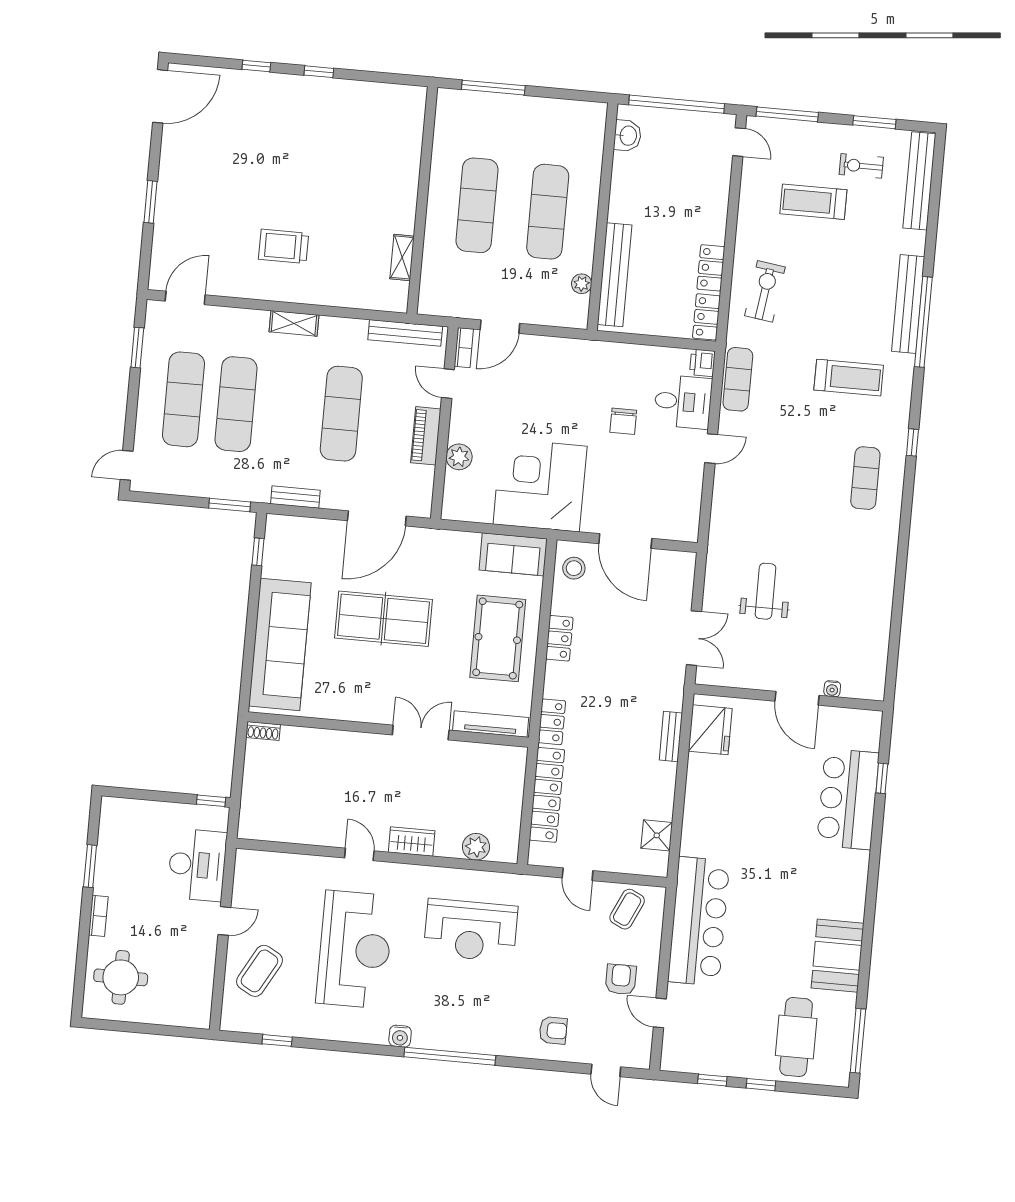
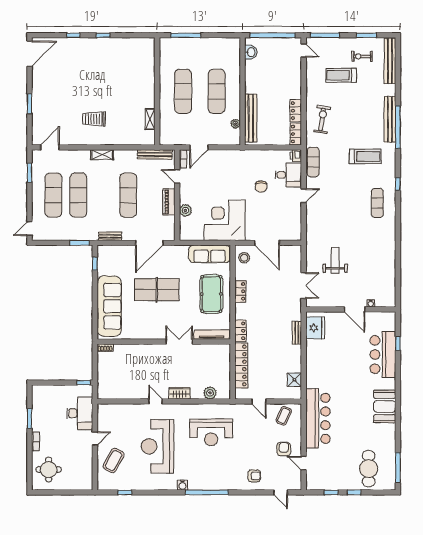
sofa: (513, 554) -> (209, 254), width x1.36
reception desk: (355, 949) -> (157, 446), turned 180
booth: (838, 956) -> (385, 406), moved

